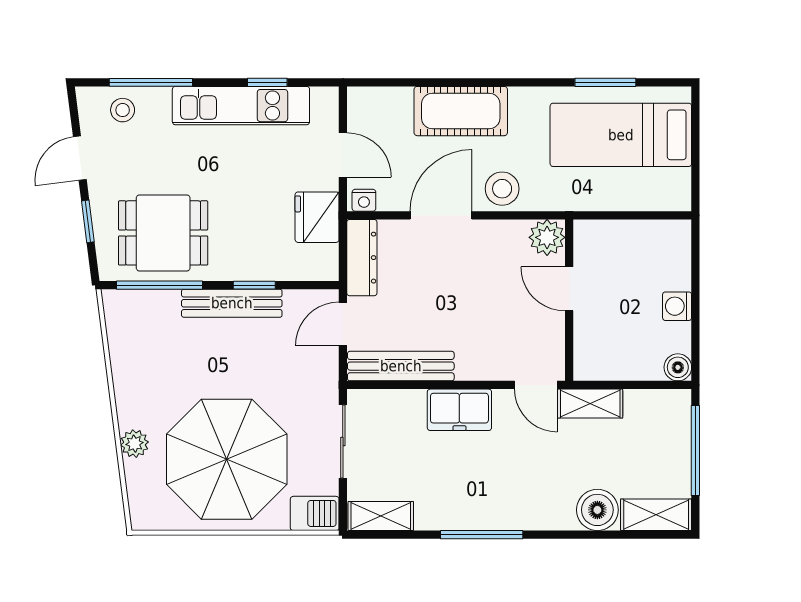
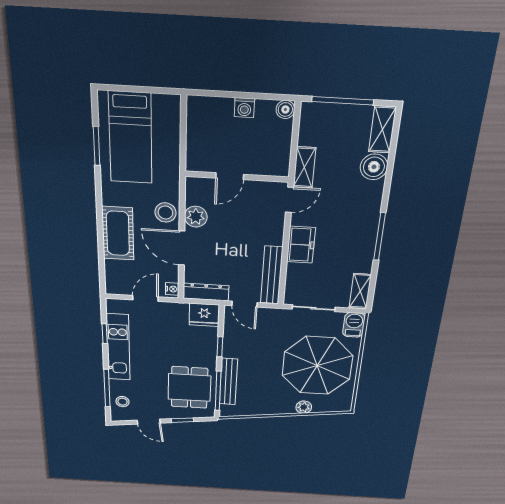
fridge: (317, 217) -> (204, 315), moved
plant: (547, 237) -> (196, 217), moved
bench: (232, 303) -> (228, 382), moved

